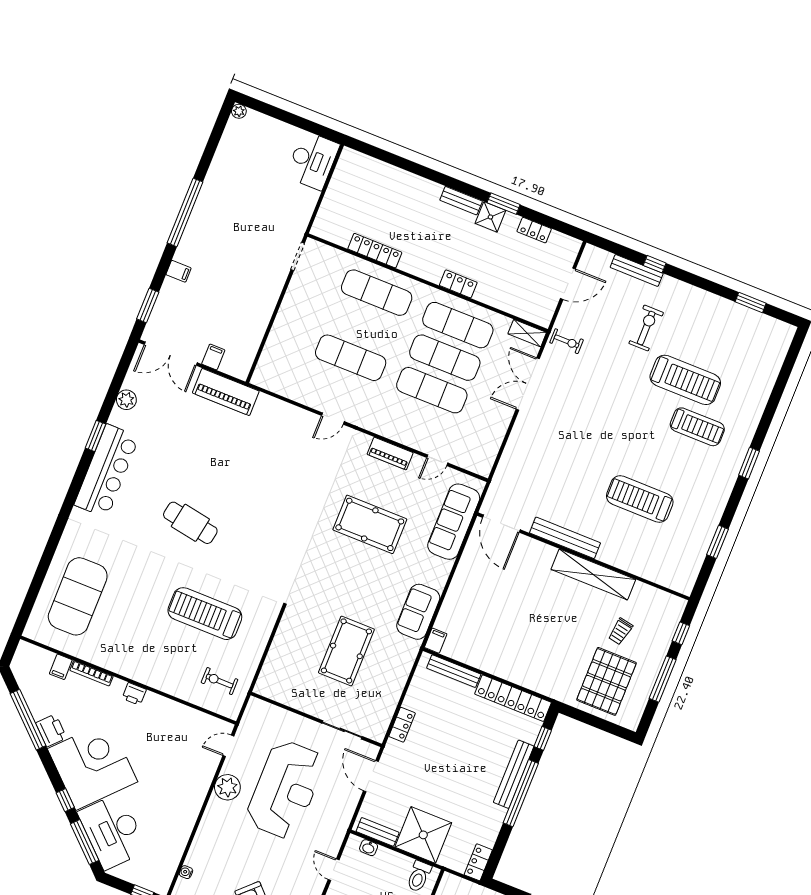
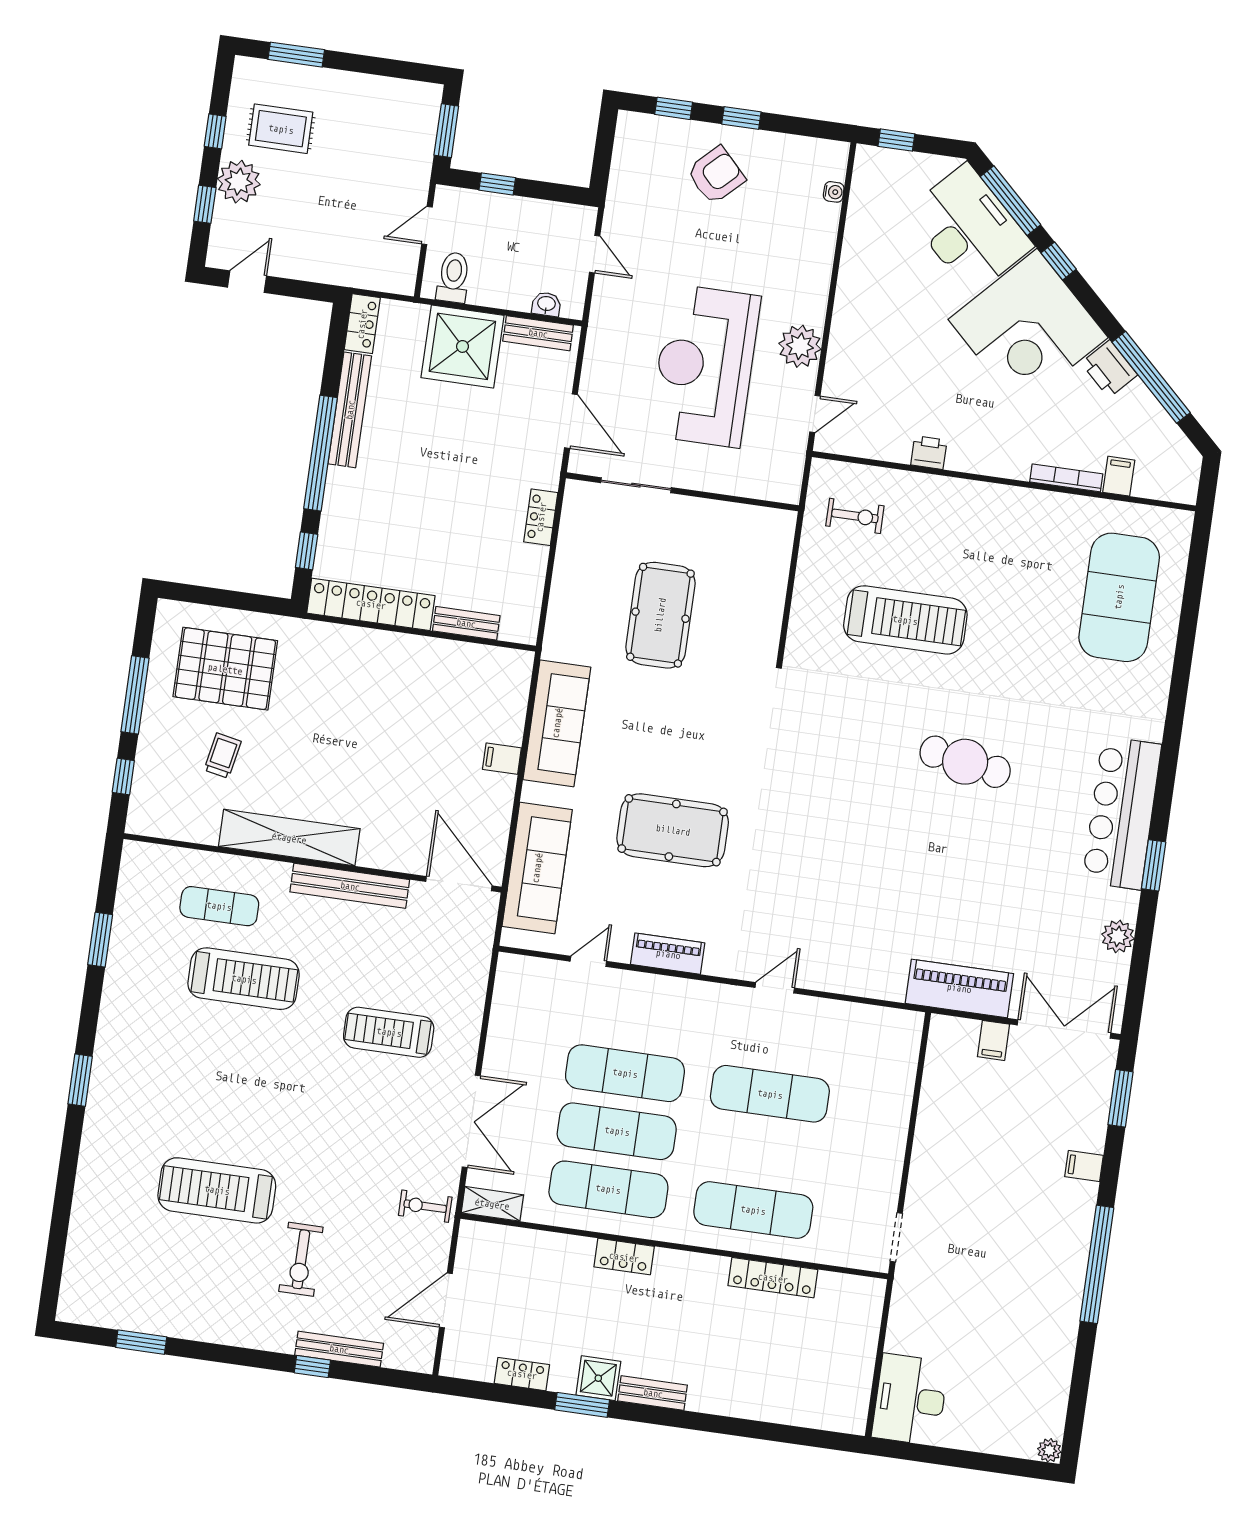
treadmill: (697, 427) -> (389, 1032), moved
exercise mat: (644, 544) -> (219, 906), added
sofa: (418, 612) -> (557, 723), width x1.36
filing cabinet: (436, 641) -> (502, 759), moved, turned 90
bench: (454, 671) -> (466, 623), width x0.73
pallet: (607, 681) -> (225, 669), turned 90
printer: (134, 694) -> (929, 453), moved
bench: (514, 774) -> (350, 410), moved

